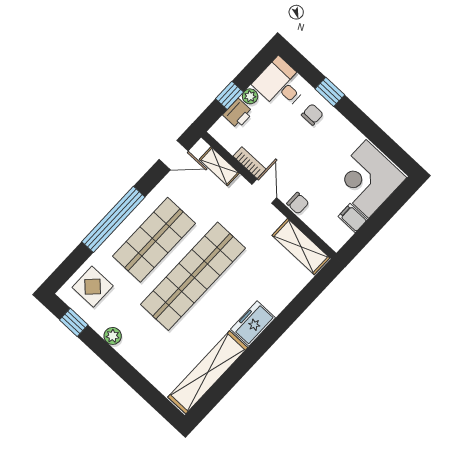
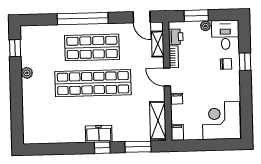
window: (229, 95) -> (196, 16), width x1.50
printer: (238, 114) -> (176, 37), moved, turned -90
door: (264, 191) -> (167, 77), swing flipped
filing cabinet: (353, 218) -> (177, 132), moved
display table: (93, 287) -> (41, 40), removed
window: (308, 295) -> (138, 147), added
window: (271, 334) -> (102, 148), added
shelving: (208, 372) -> (54, 135), removed

